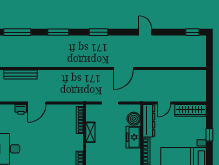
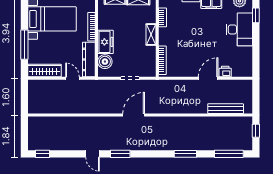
window: (98, 32) -> (120, 154), moved
door: (123, 69) -> (134, 115), moved
door: (164, 103) -> (73, 78), hinge flipped
shelving: (90, 132) -> (151, 35), moved
window: (209, 135) -> (24, 45), width x2.17

